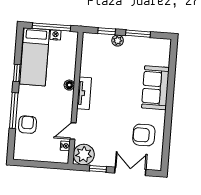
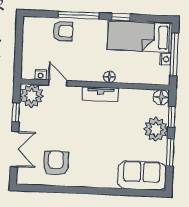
floor lamp: (89, 40) -> (161, 97), added
plant: (118, 41) -> (156, 129), width x1.87, depth x1.87
sofa: (155, 88) -> (142, 176), moved

